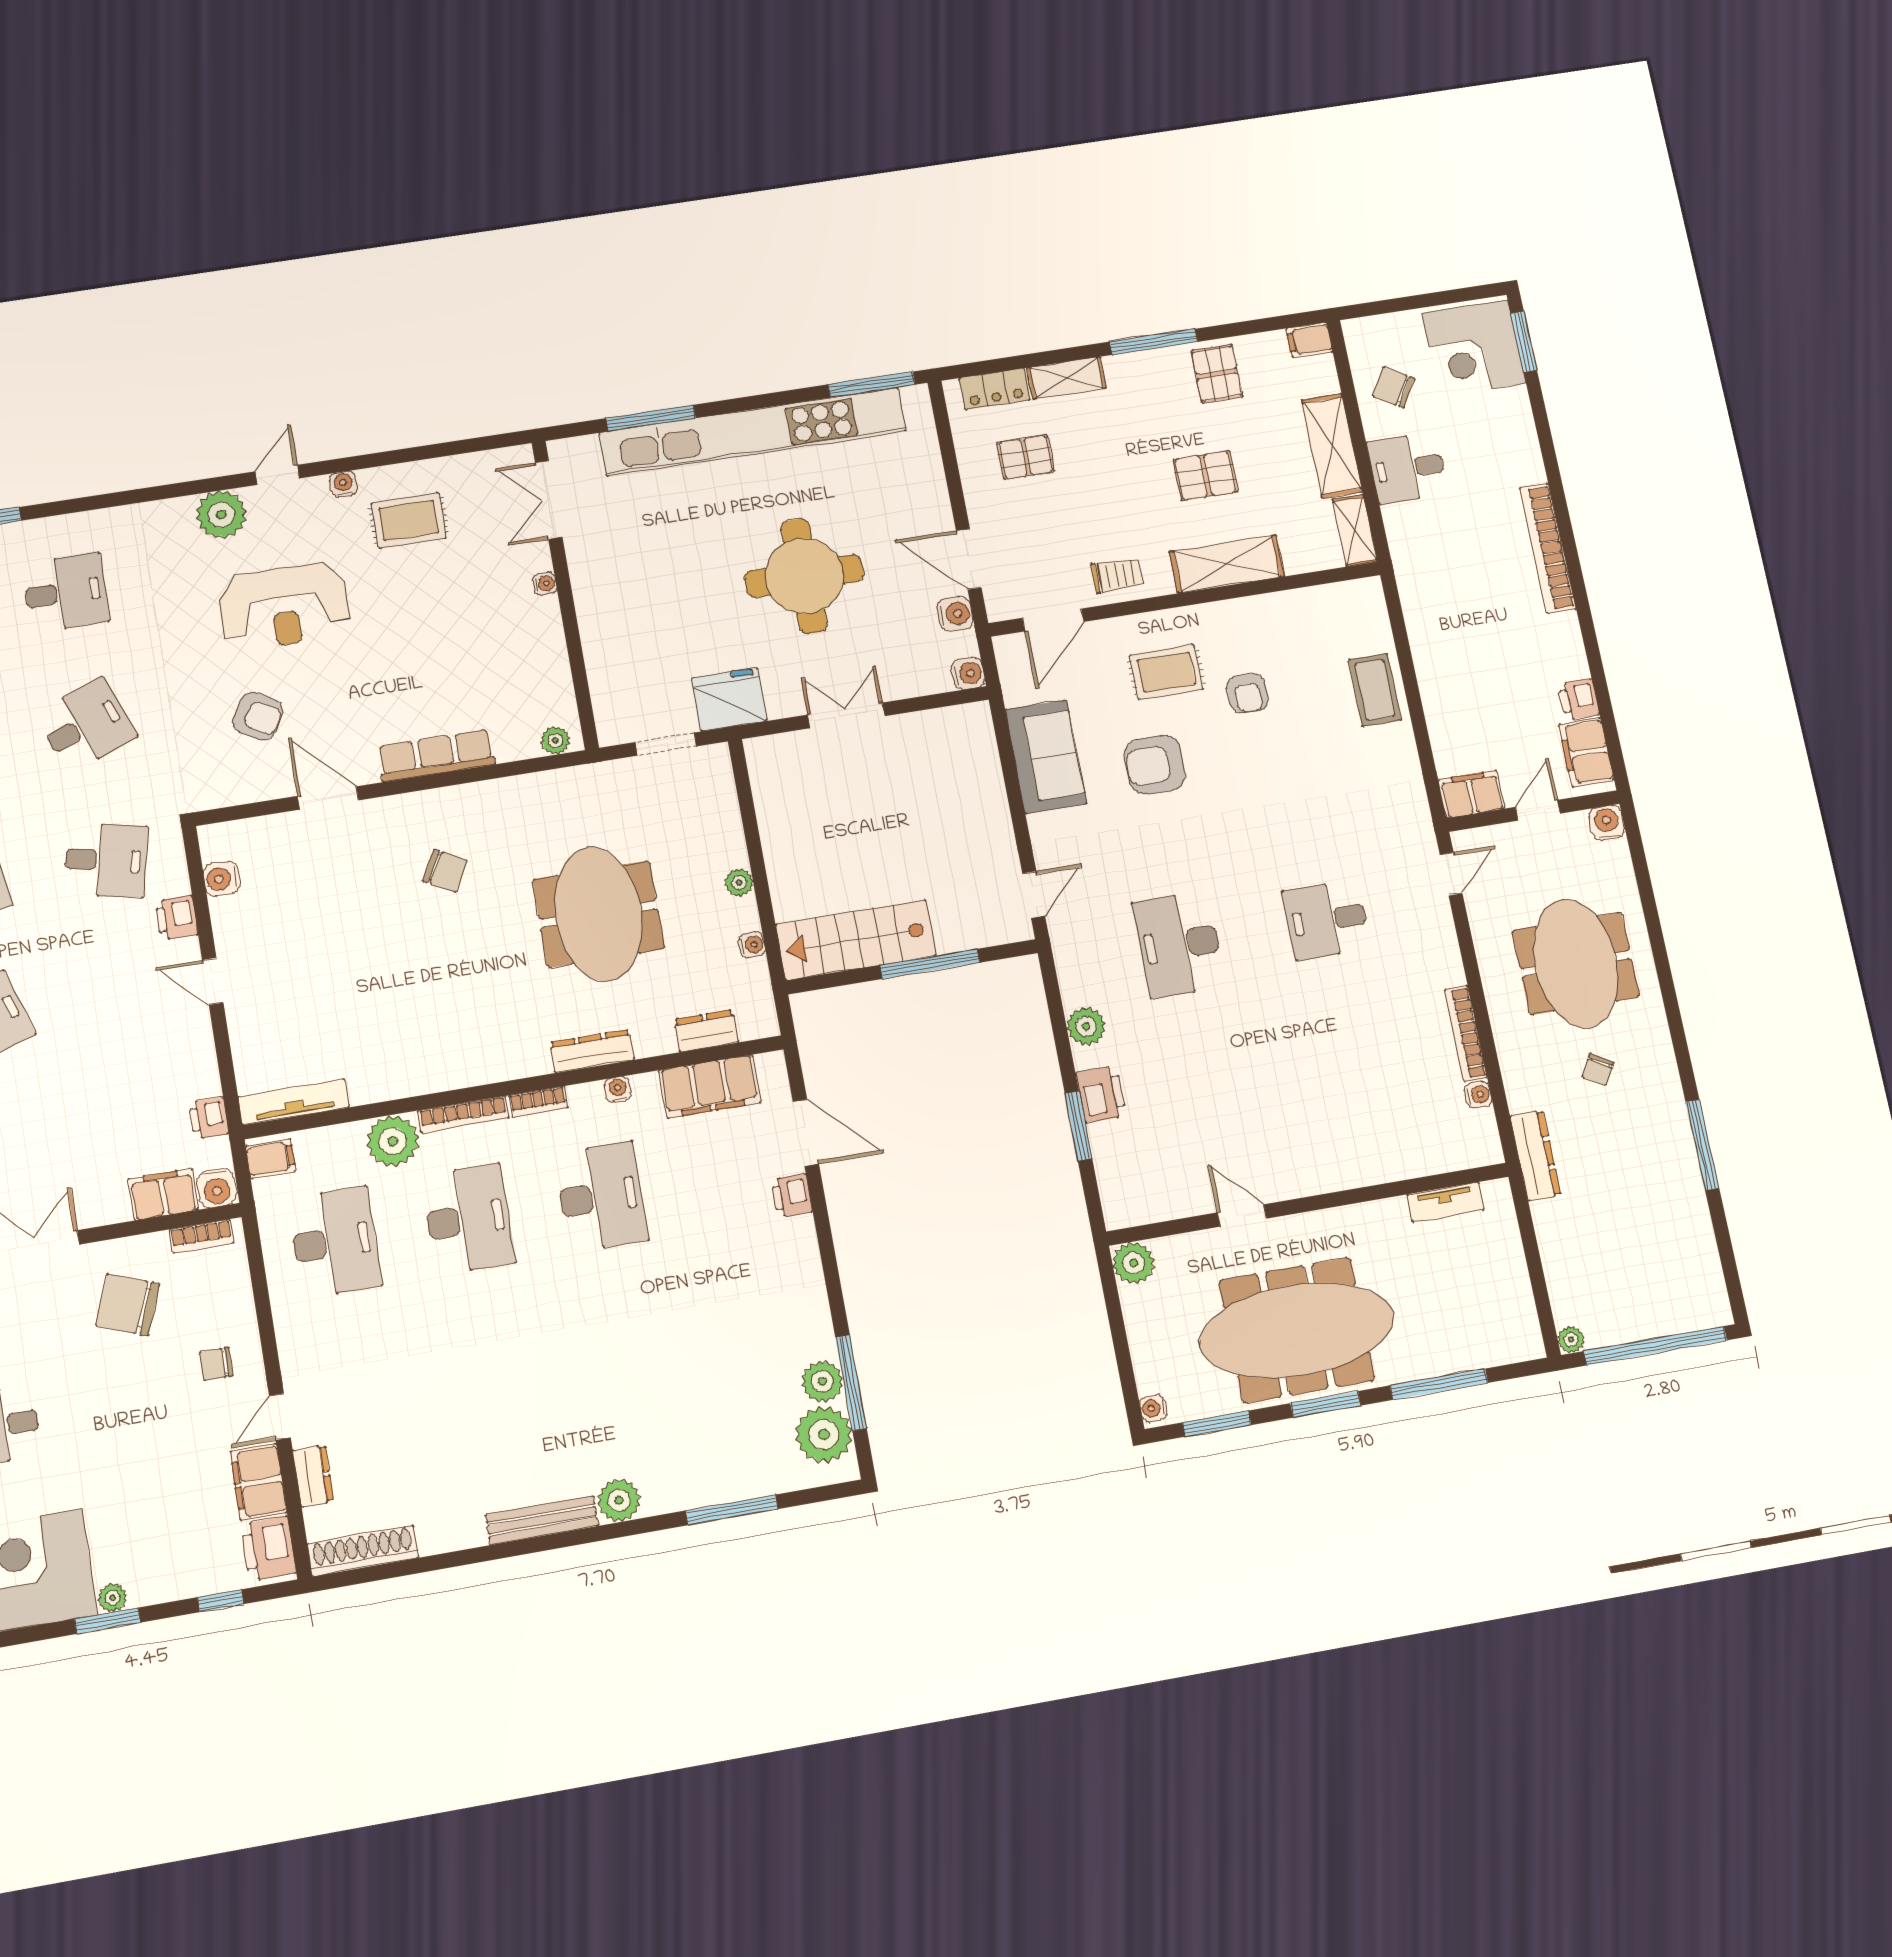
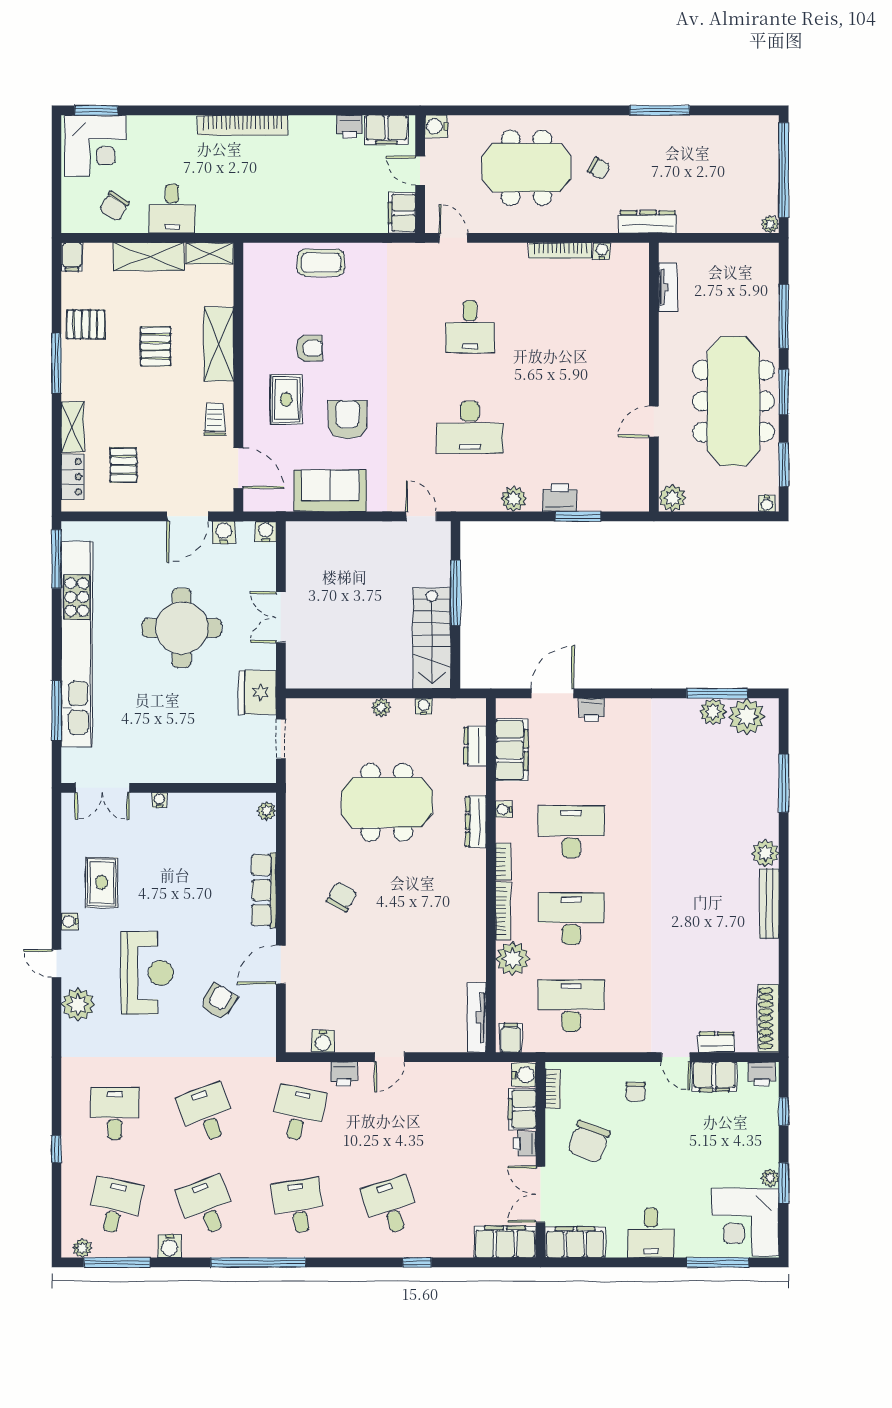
armchair: (1155, 765) -> (348, 420), turned 180
printer: (209, 1118) -> (525, 1144), moved, turned 90
printer: (268, 1549) -> (762, 1074), width x0.73, depth x0.81

